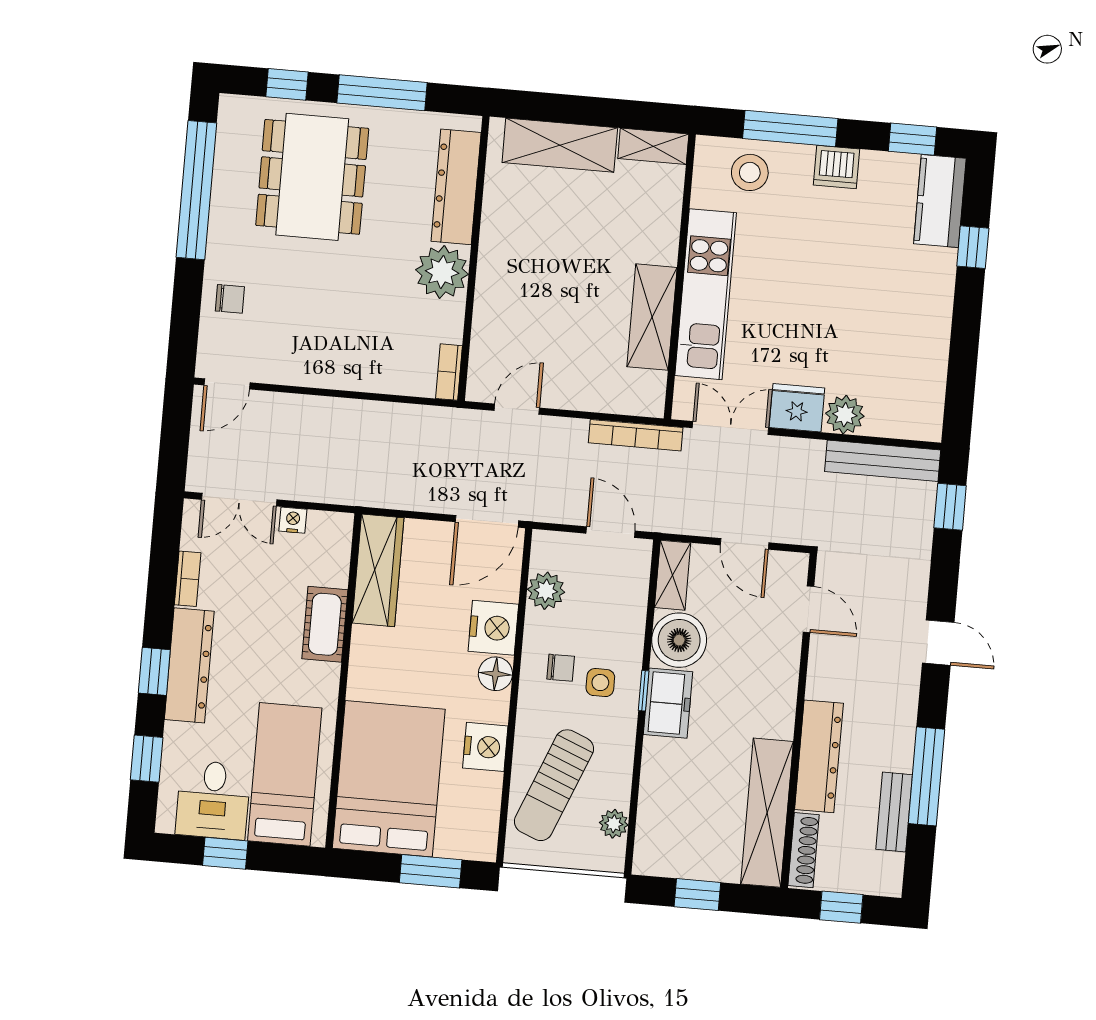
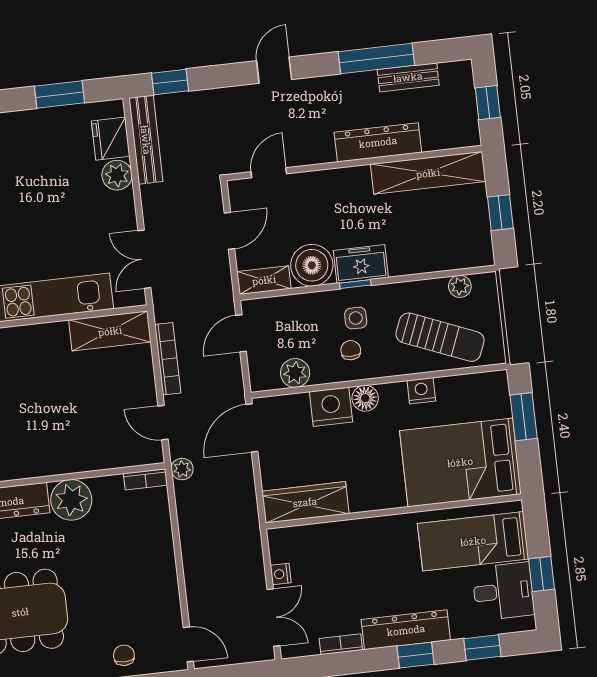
shelving: (652, 317) -> (110, 331), moved
window: (963, 362) -> (60, 95), added
fridge: (797, 408) -> (111, 139), moved
plant: (453, 421) -> (182, 469), added
bookcase: (636, 435) -> (168, 359), moved
door: (487, 521) -> (252, 428), swing flipped
cot: (325, 624) -> (354, 534), removed
nightstand: (485, 747) -> (421, 391), width x0.74, depth x0.75
shoe rack: (804, 850) -> (451, 140), removed

